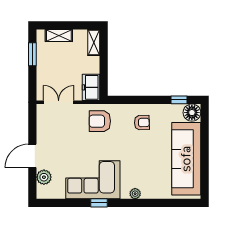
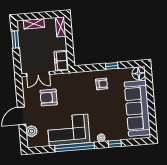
window: (179, 100) -> (112, 66), moved
double door: (59, 102) -> (38, 74), swing flipped
armchair: (100, 121) -> (49, 97), moved
window: (99, 203) -> (75, 147), width x3.17
window: (152, 203) -> (115, 144), added

